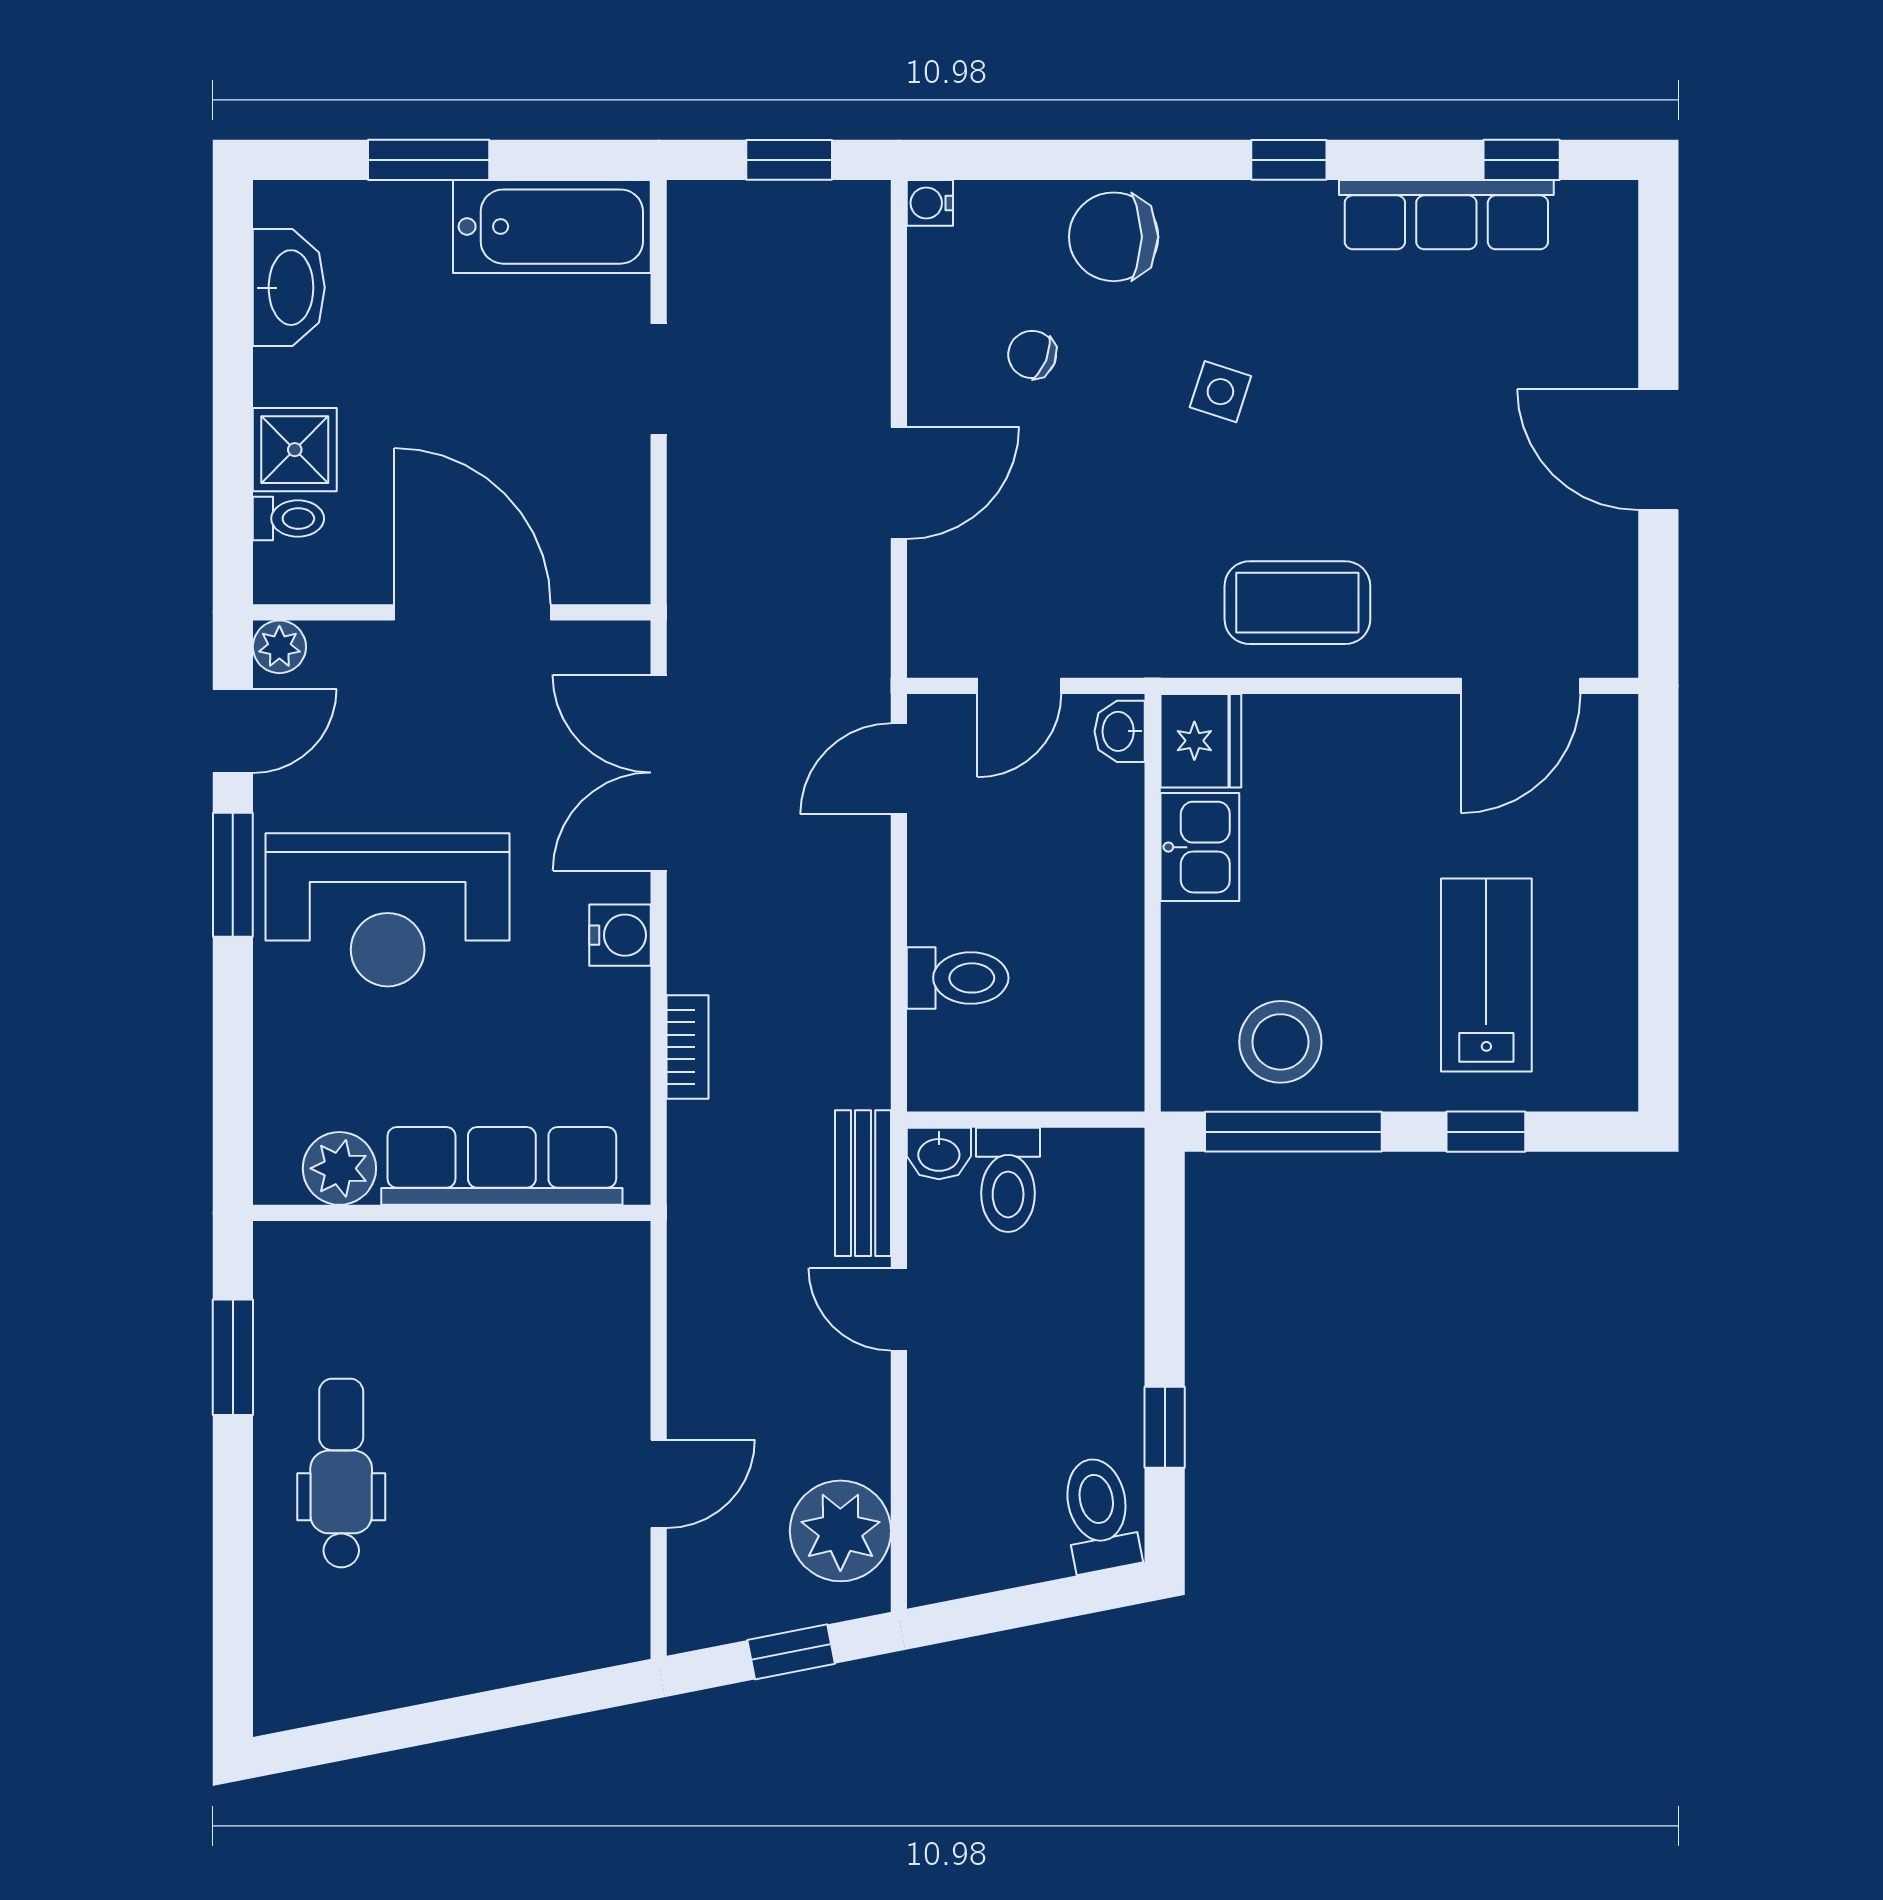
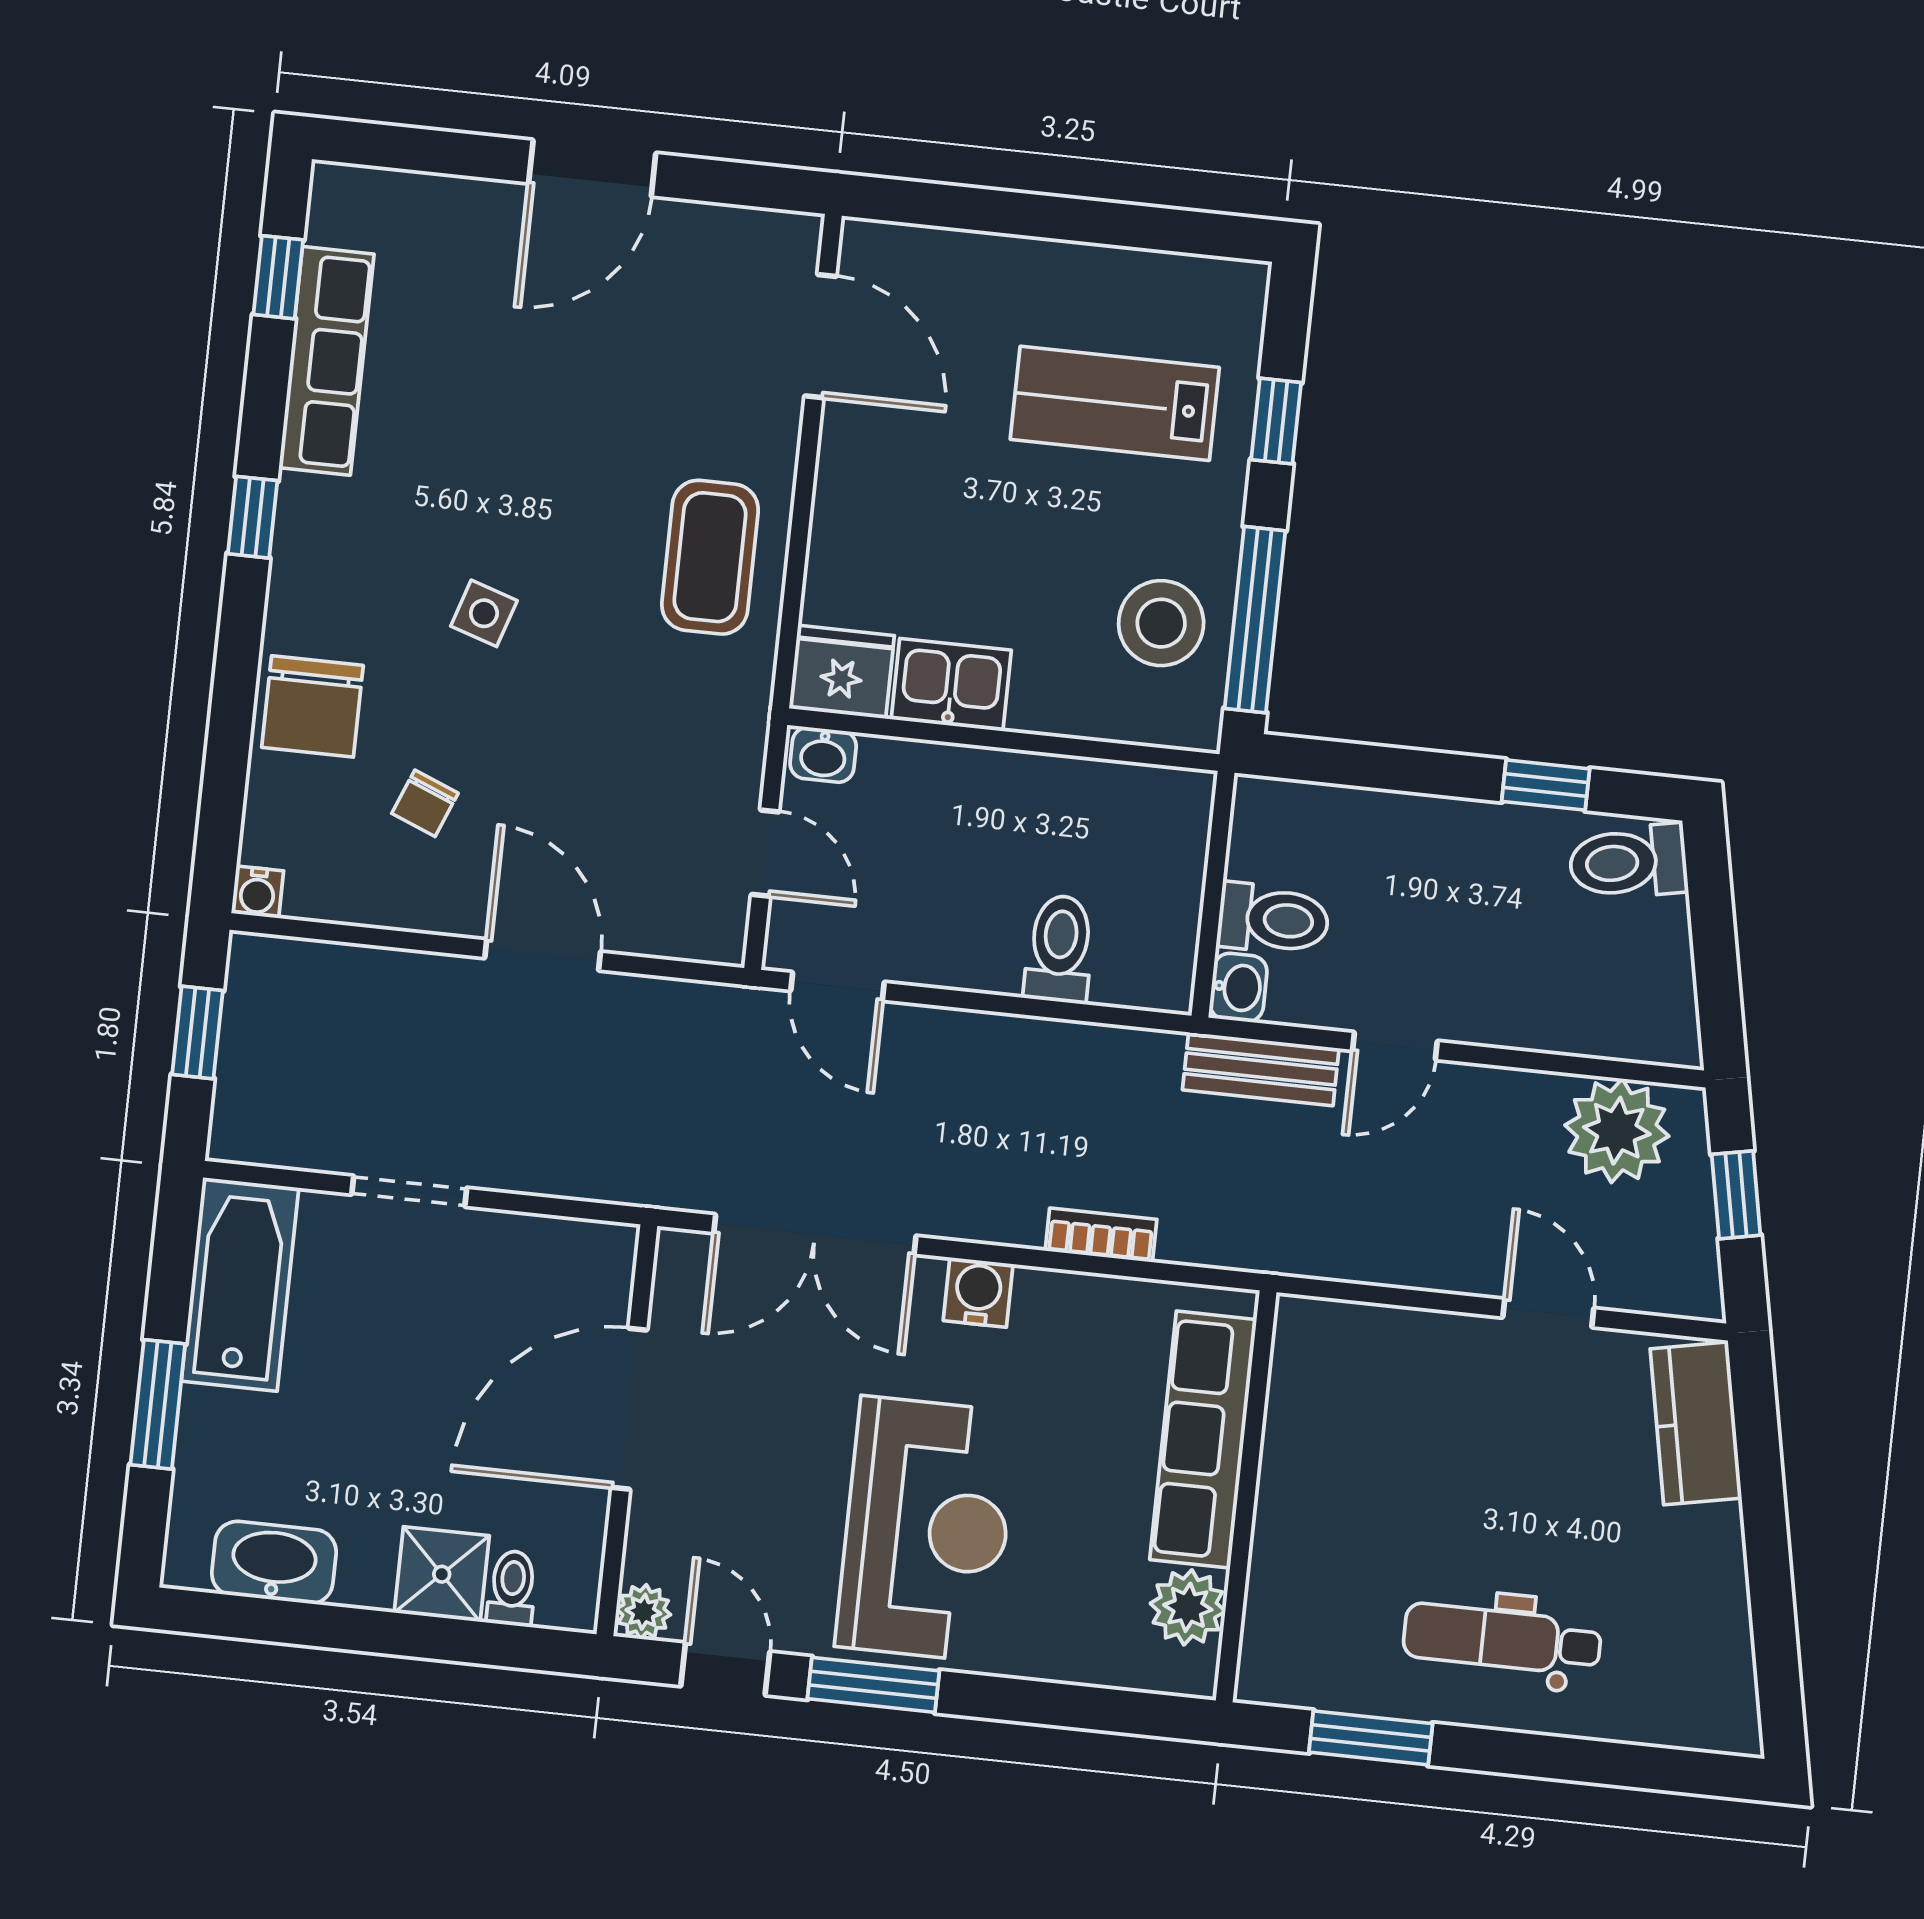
kitchen counter: (568, 1637) -> (1696, 1423), added

